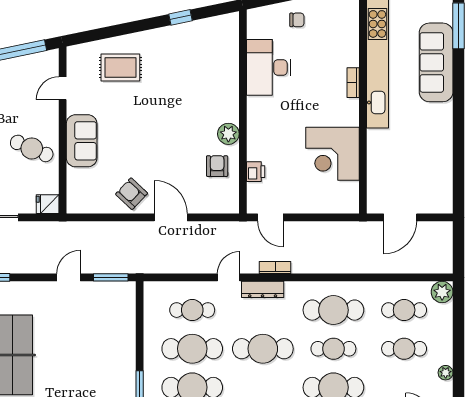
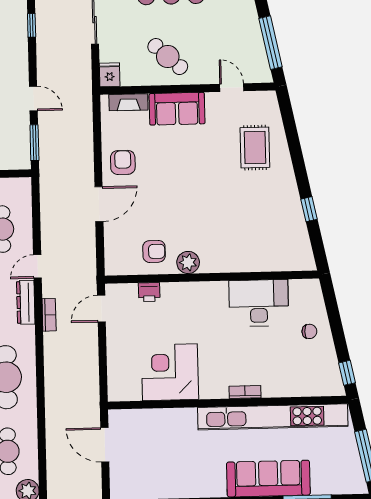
chair: (297, 20) -> (309, 331), turned -90
cafe table: (32, 148) -> (168, 57), turned -71
fireplace: (74, 187) -> (128, 102), added
armchair: (132, 194) -> (123, 162), turned -43
door: (229, 277) -> (37, 266), swing flipped

